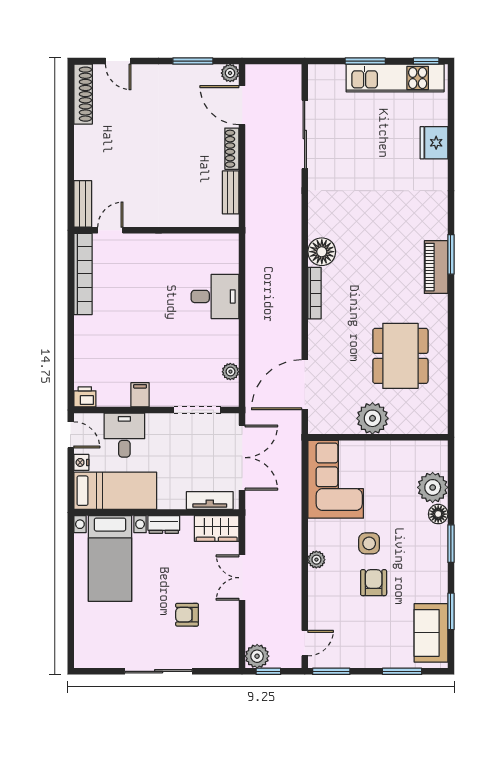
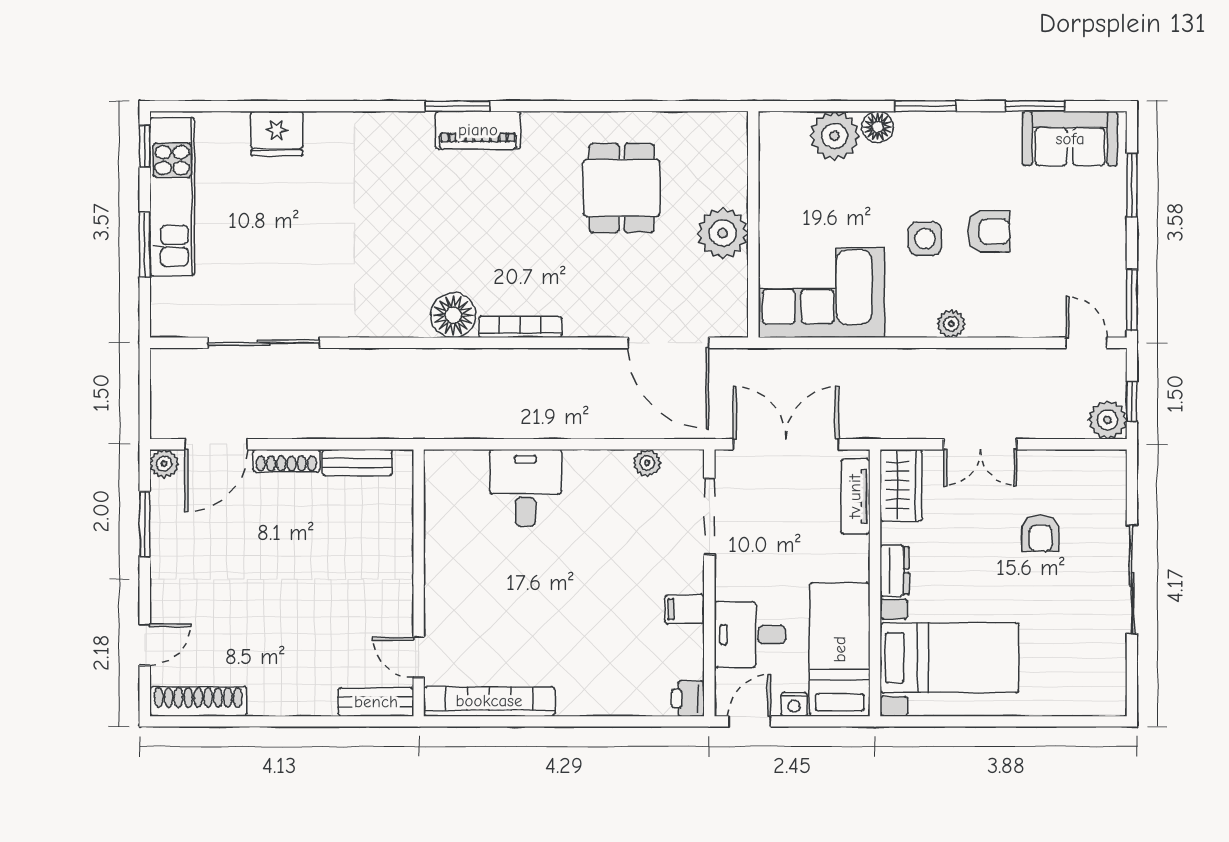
dining table: (400, 356) -> (622, 188), width x0.73
armchair: (374, 583) -> (988, 231), turned 180

